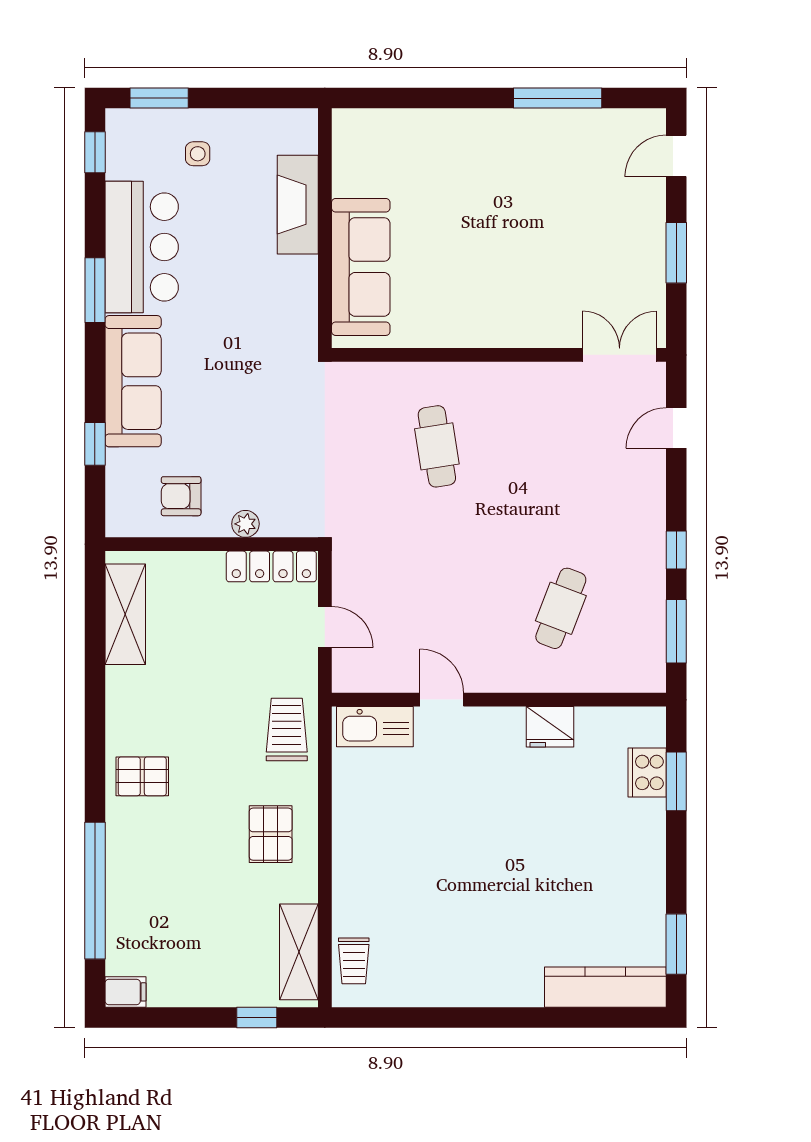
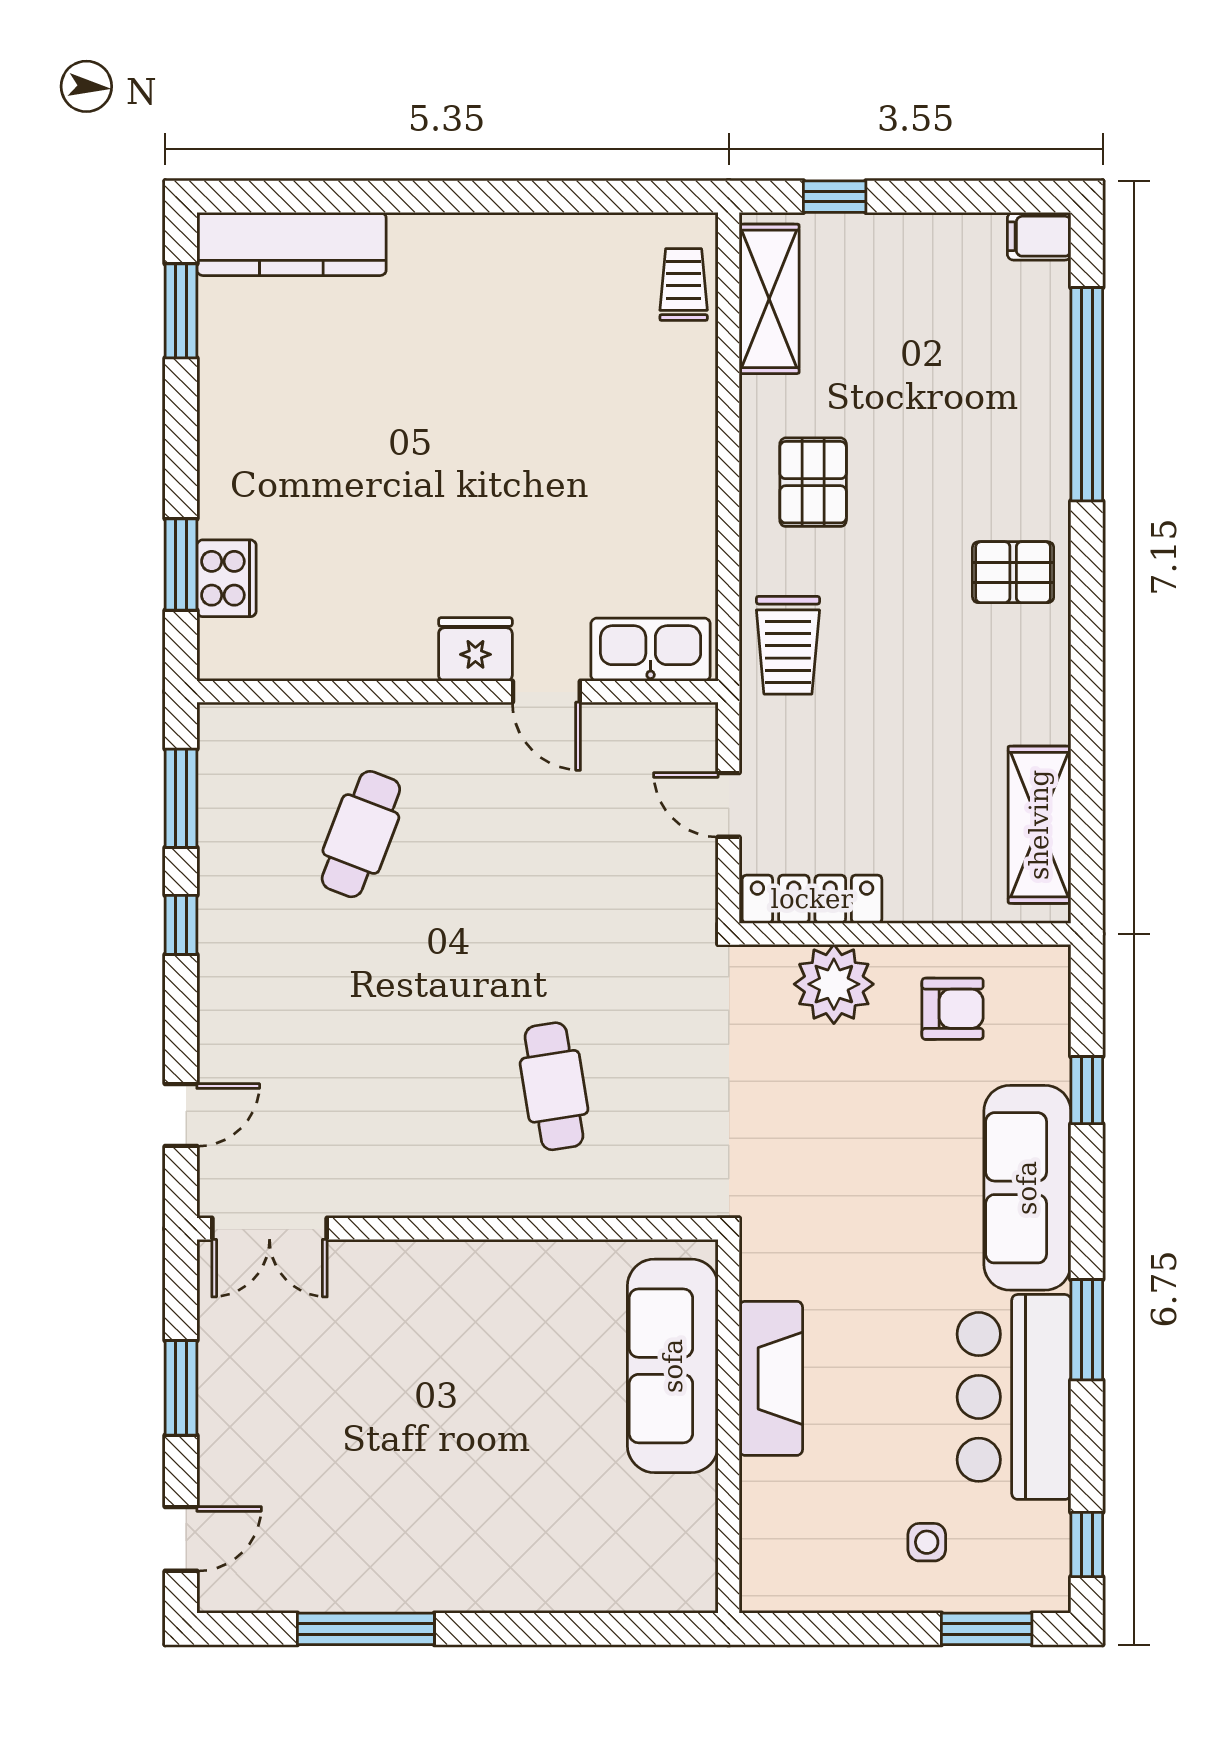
fireplace: (298, 205) -> (771, 1378), moved
plant: (245, 524) -> (834, 984), width x1.88, depth x1.88
fridge: (550, 727) -> (475, 649), moved

